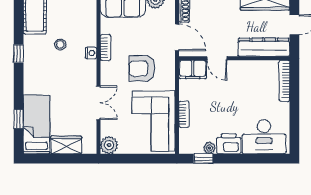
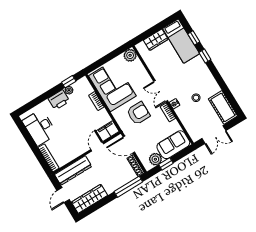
window: (19, 54) -> (205, 56), moved
door: (217, 58) -> (97, 147), hinge flipped
double door: (98, 103) -> (161, 91), moved
desk: (264, 137) -> (40, 127), moved, turned -90

